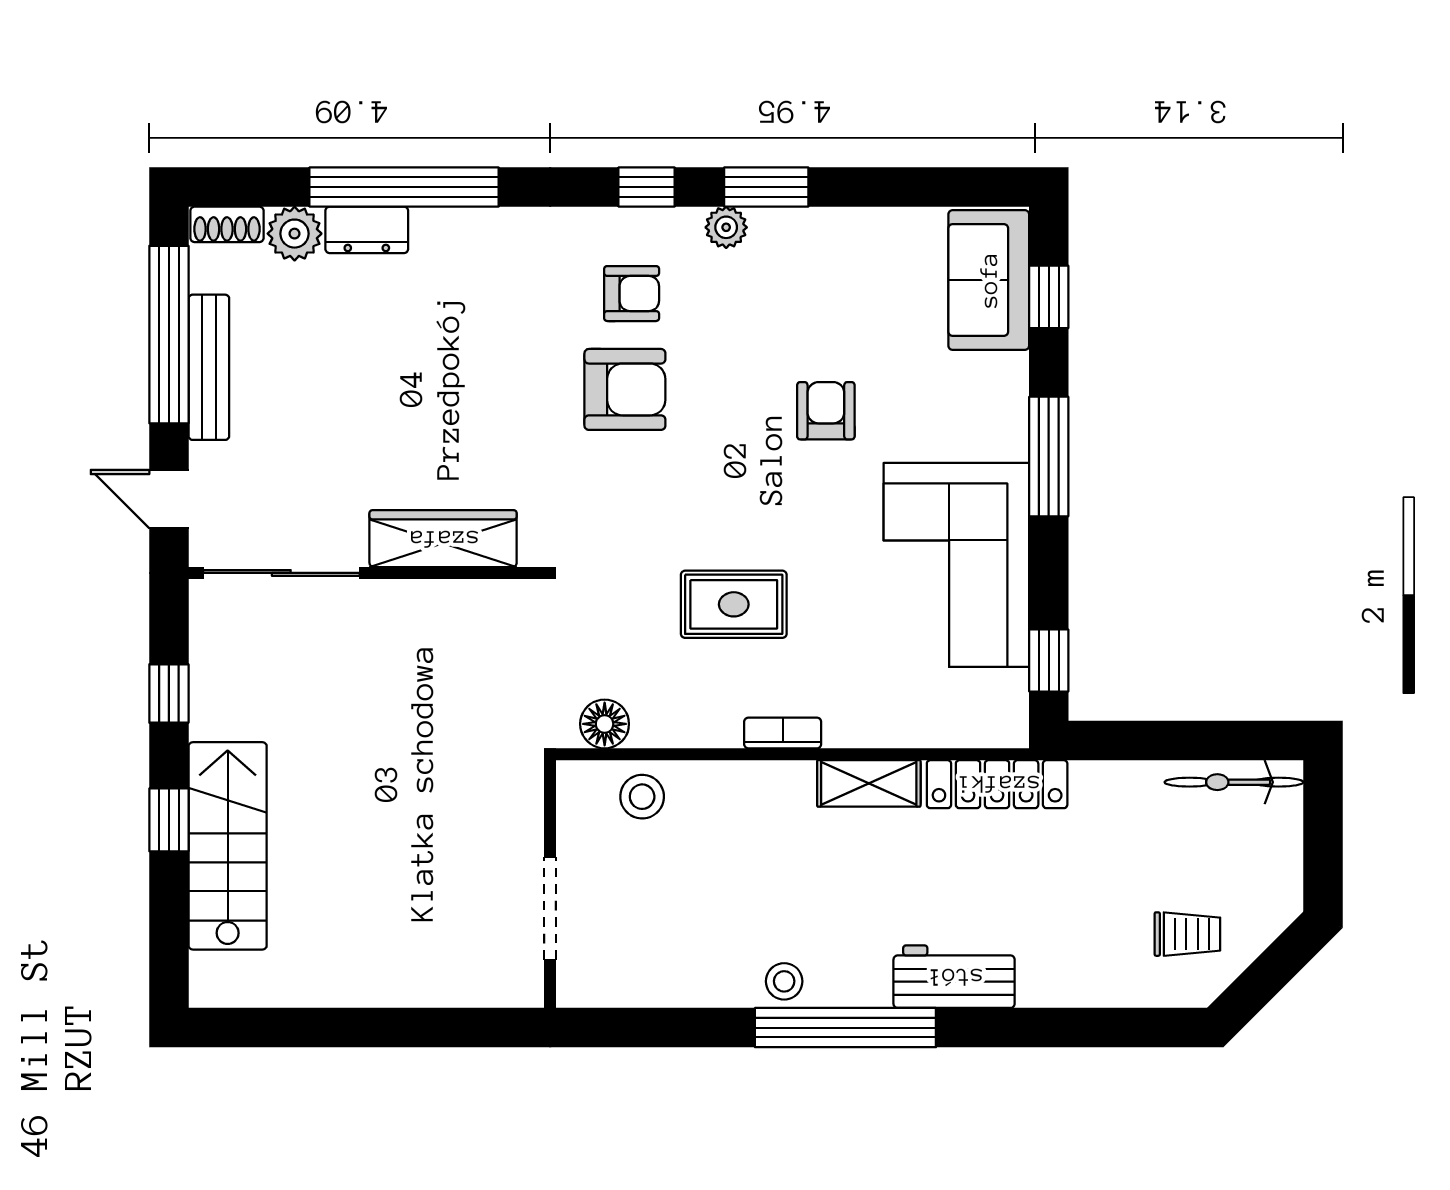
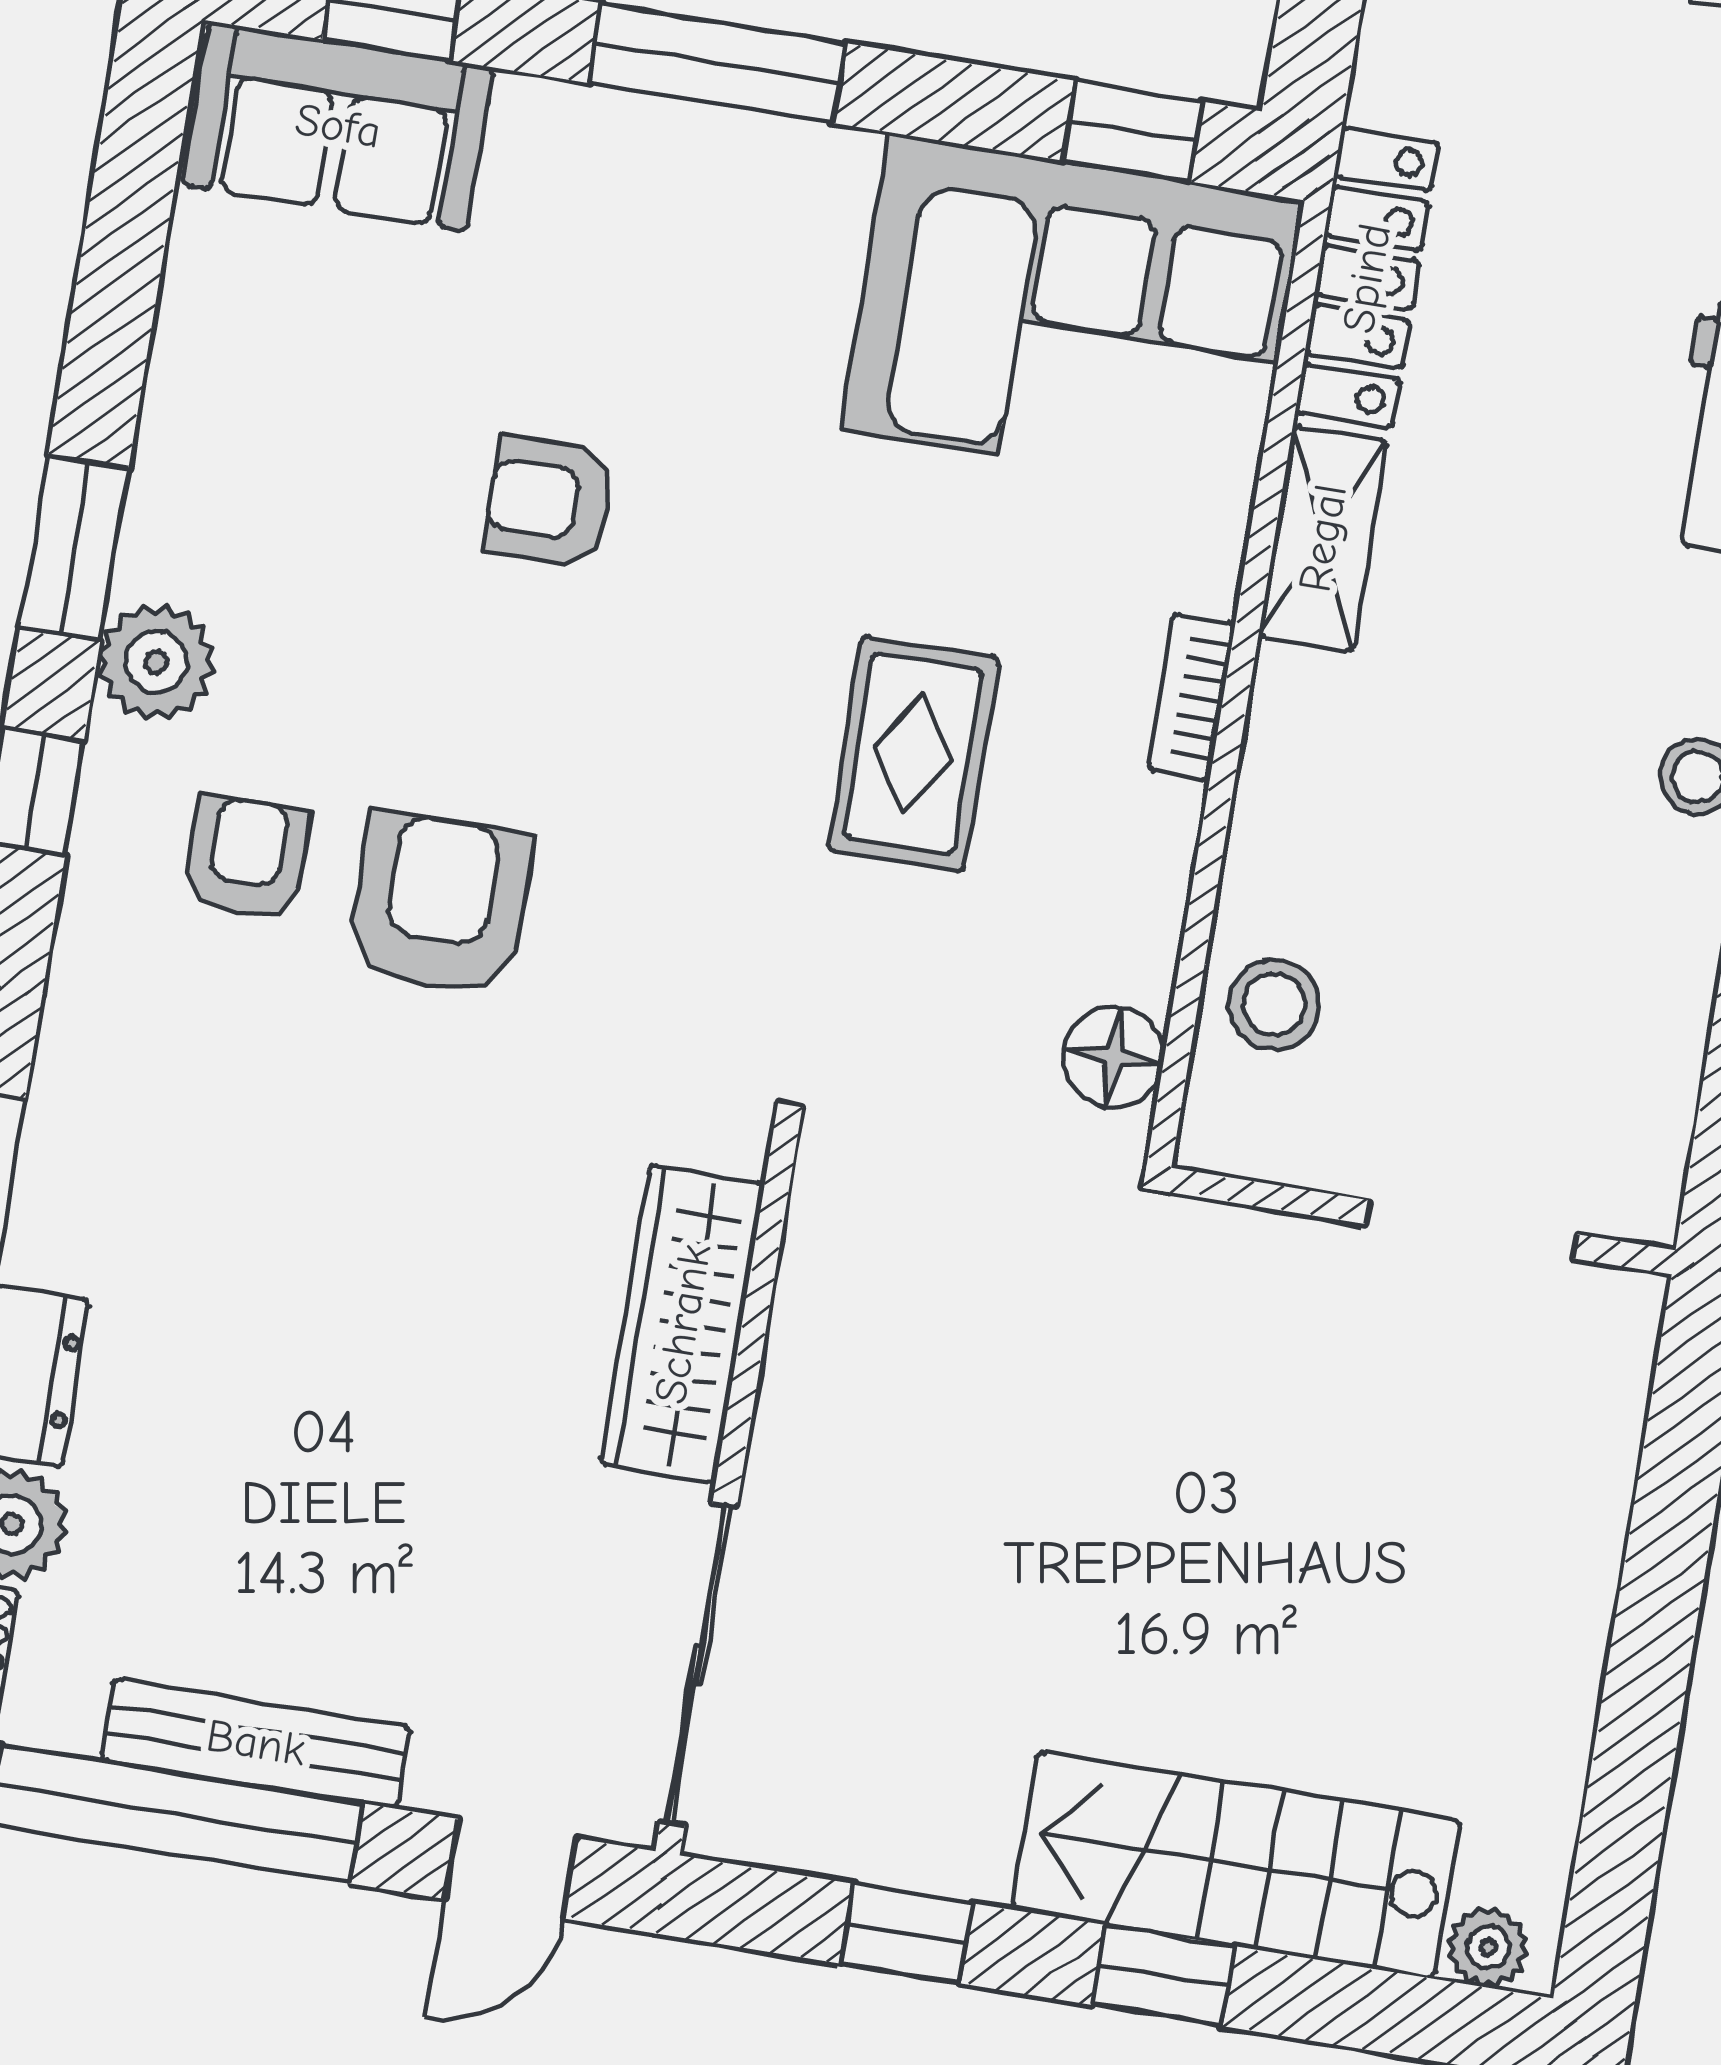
plant: (726, 227) -> (156, 662), width x1.38, depth x1.38
corner sofa: (956, 565) -> (1073, 314), moved
plant: (208, 973) -> (1488, 1947), added

